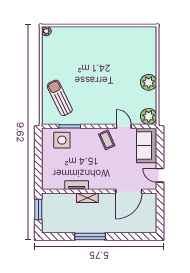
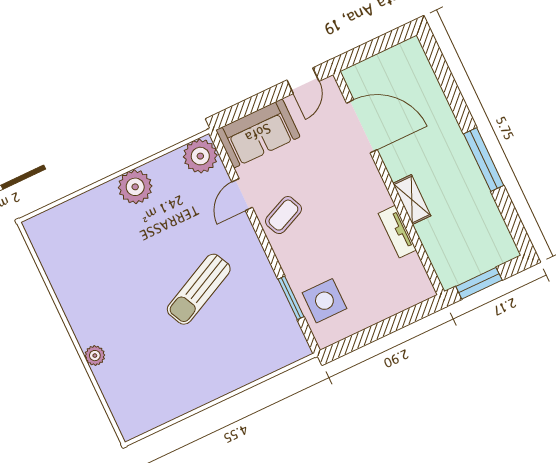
plant: (46, 31) -> (95, 356), moved
sun lounger: (60, 98) -> (199, 289), moved

